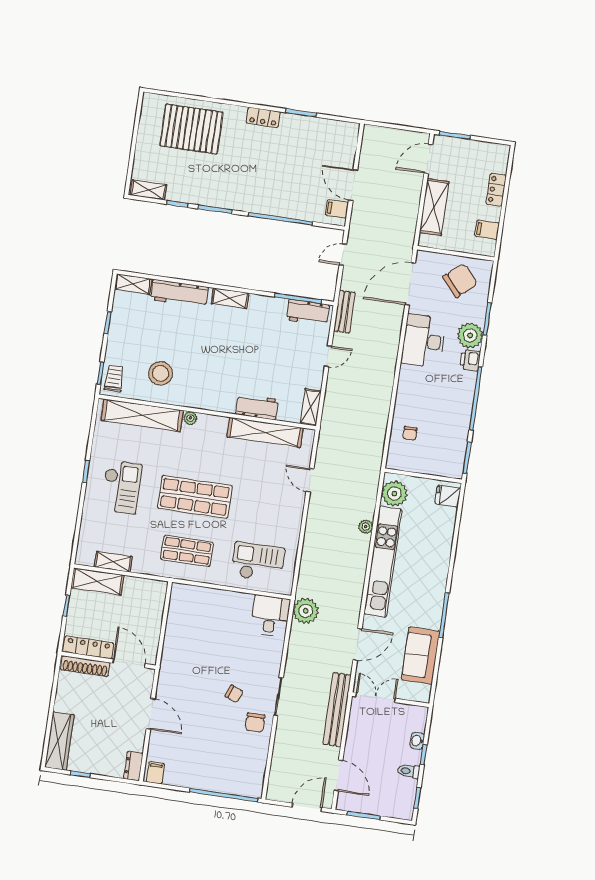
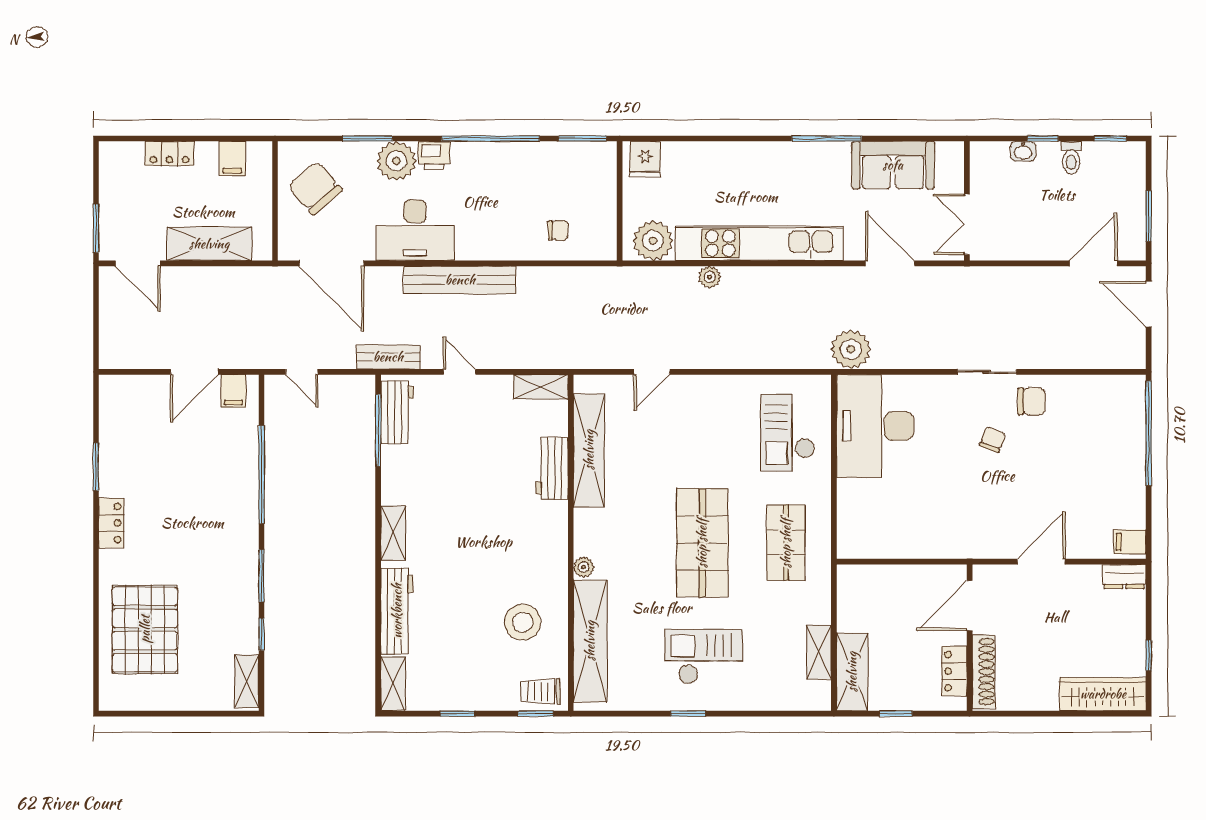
desk: (270, 616) -> (875, 426), width x1.87, depth x1.30
locker: (88, 647) -> (954, 671), width x0.66
bench: (337, 710) -> (460, 280), moved

